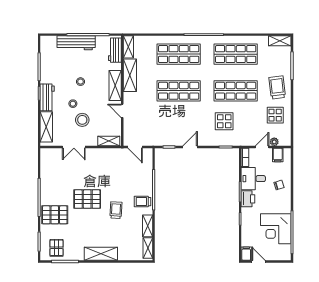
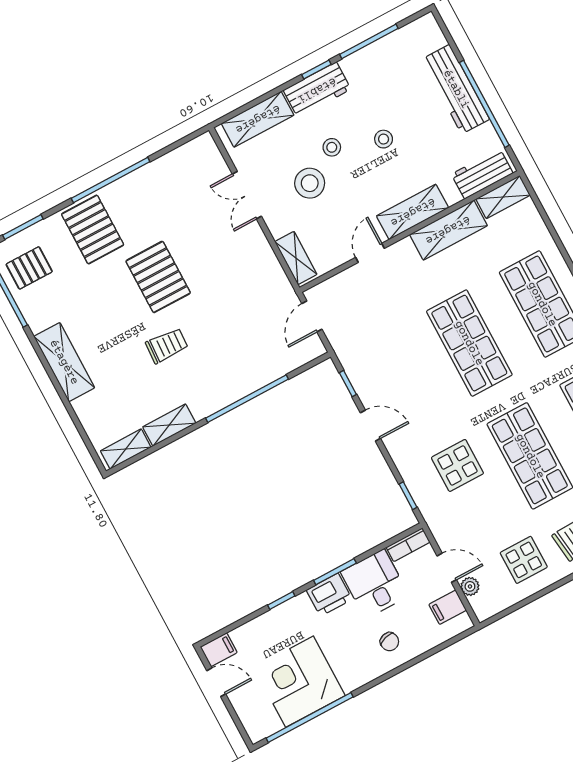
trolley: (142, 202) -> (212, 389), removed
door: (258, 262) -> (216, 682), hinge flipped

